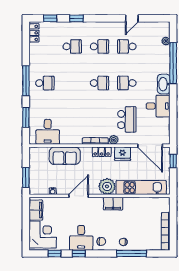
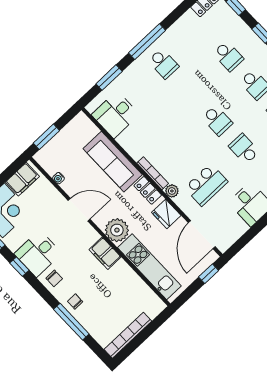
sofa: (65, 156) -> (113, 162), width x1.36

